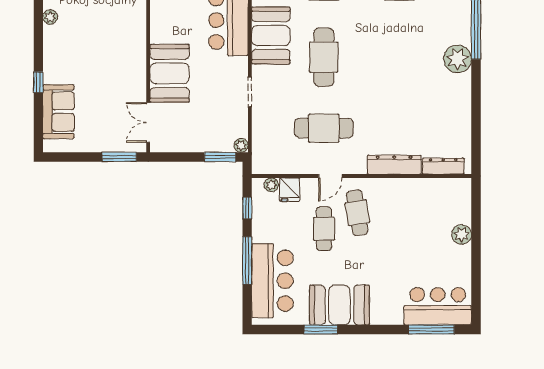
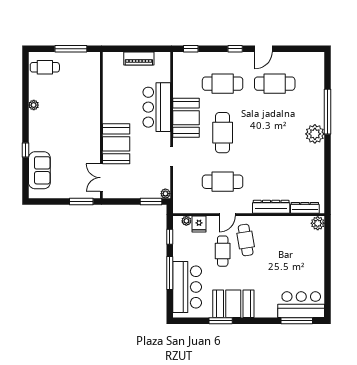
plant: (462, 235) -> (318, 223), moved

